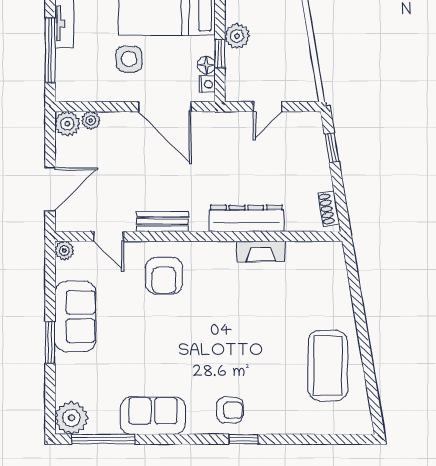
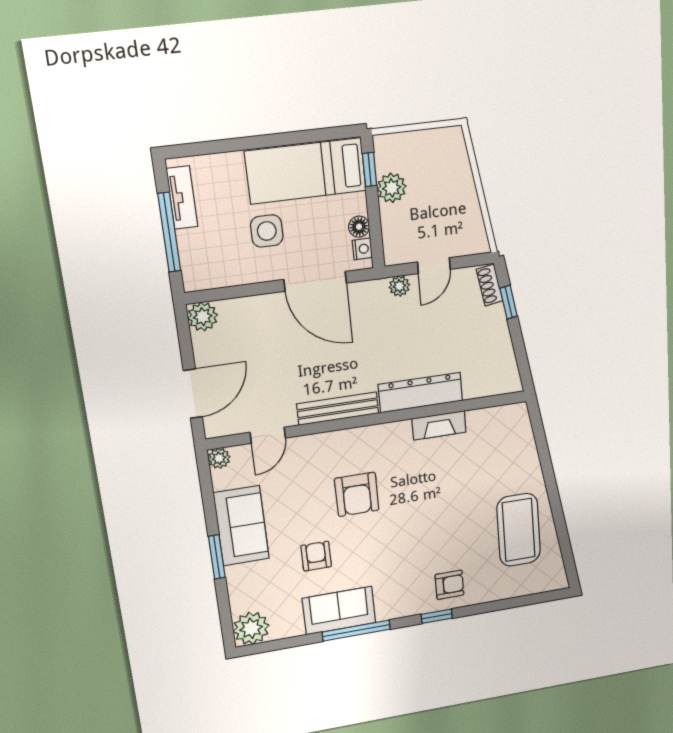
window: (220, 54) -> (370, 170), moved
plant: (91, 120) -> (399, 286), moved
shoe rack: (329, 209) -> (490, 285), moved
bench: (162, 222) -> (338, 409), width x1.36
door: (109, 236) -> (268, 435), hinge flipped
armchair: (164, 276) -> (357, 494), moved
armchair: (138, 358) -> (316, 556), added
armchair: (230, 410) -> (450, 585), moved
window: (103, 439) -> (356, 631), moved

